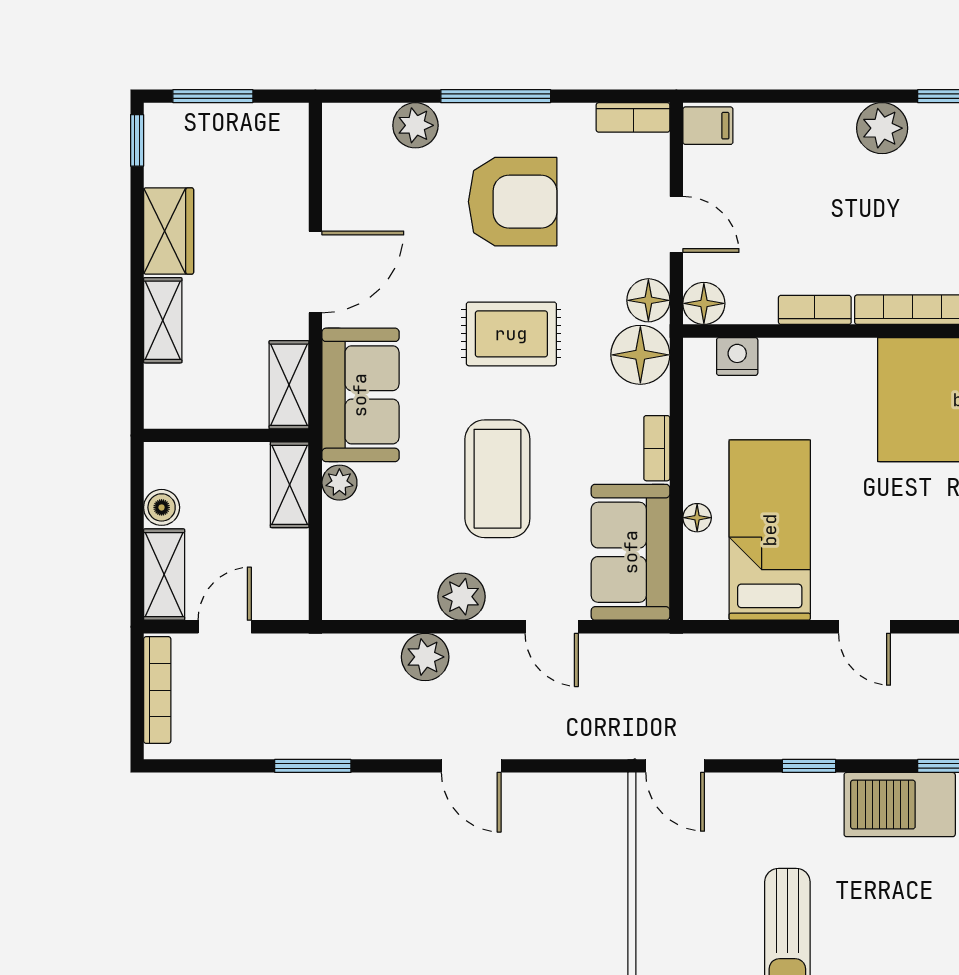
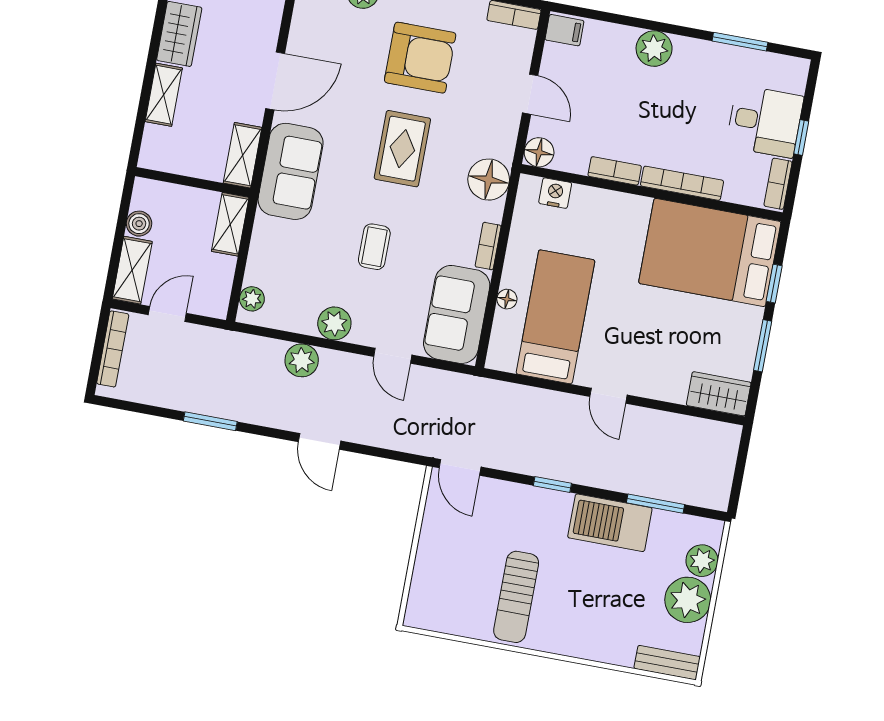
plant: (882, 128) -> (654, 49), moved
floor lamp: (648, 300) -> (501, 143), removed
rug: (511, 334) -> (402, 149), turned 90
coffee table: (497, 479) -> (374, 247), width x0.54, depth x0.58
plant: (339, 483) -> (252, 299), moved

